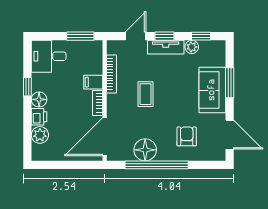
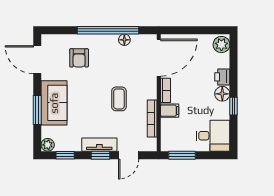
plant: (192, 47) -> (48, 145), moved
plant: (40, 135) -> (221, 45), moved
floor lamp: (145, 150) -> (124, 40), width x0.53, depth x0.53

